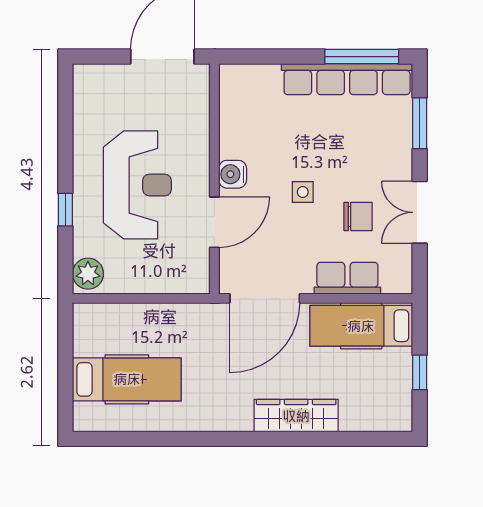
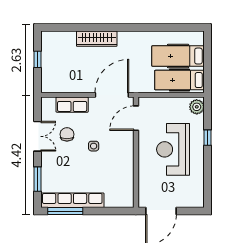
water cooler: (233, 174) -> (127, 155), removed
chair: (358, 216) -> (67, 134), turned 90
door: (214, 222) -> (136, 118), moved
hospital bed: (361, 326) -> (179, 80), moved, turned 180

